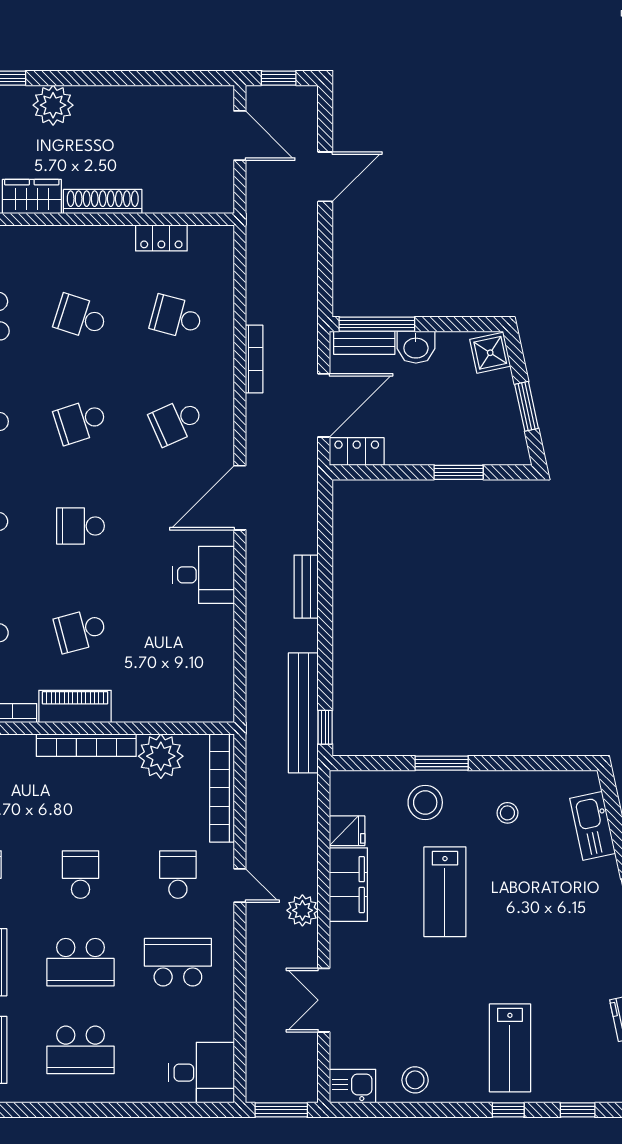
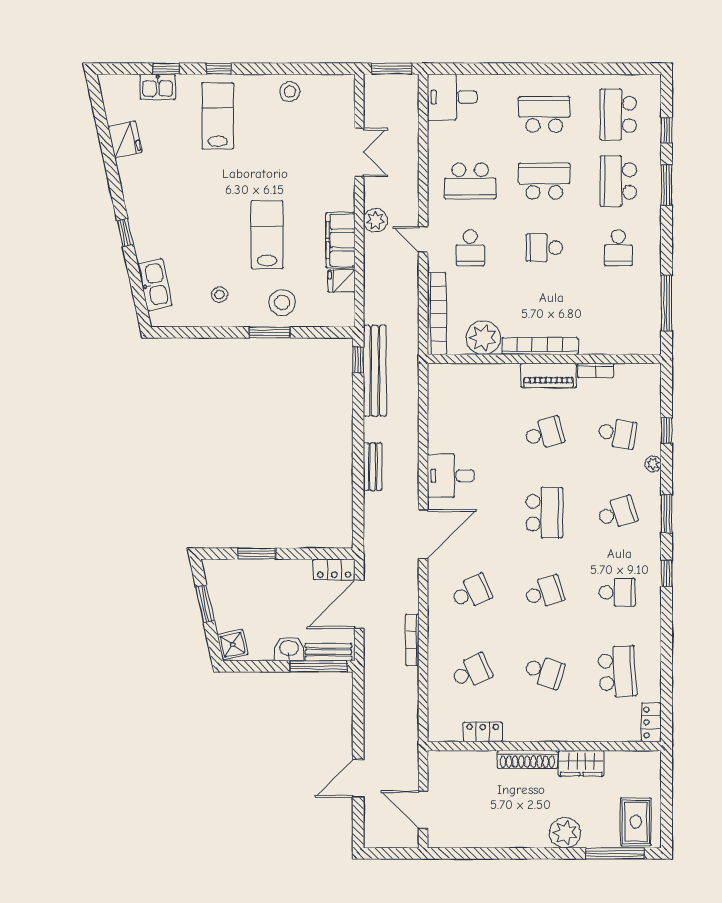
window: (279, 78) -> (393, 853), removed
school desk: (176, 317) -> (471, 672), turned -39
school desk: (80, 526) -> (544, 513), width x1.85
school desk: (80, 875) -> (544, 248), turned 90
kitchen sink: (353, 1086) -> (158, 87), moved

